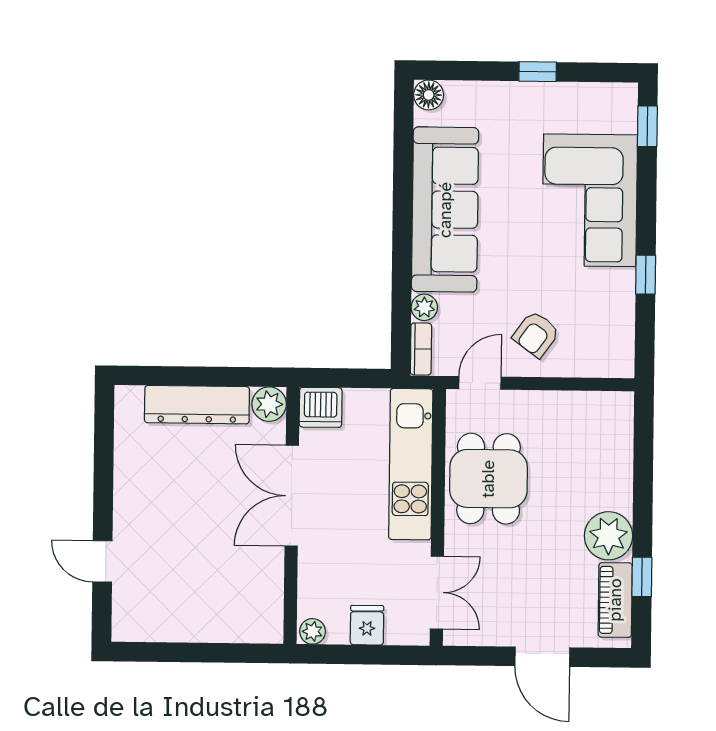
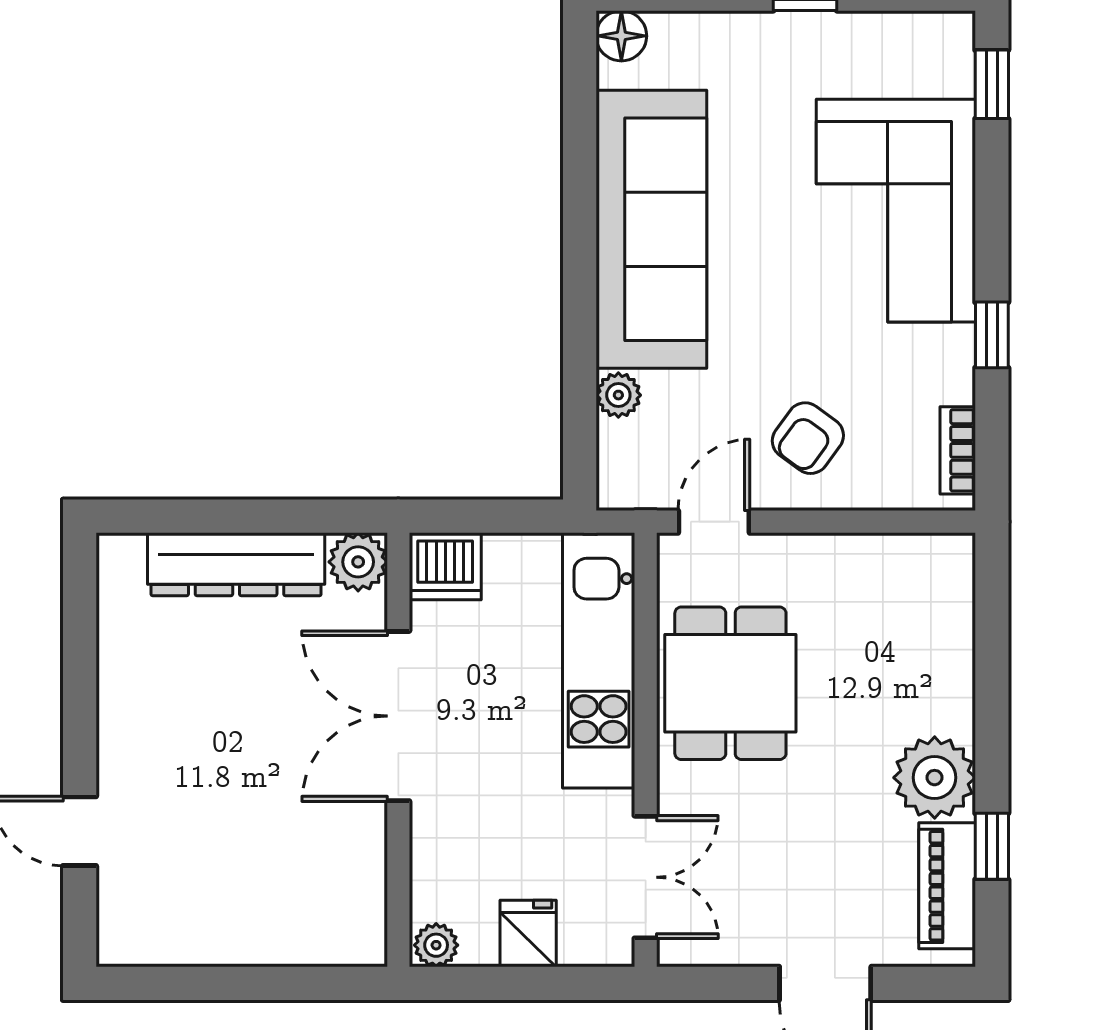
bookcase: (421, 349) -> (958, 450), moved, turned 180

